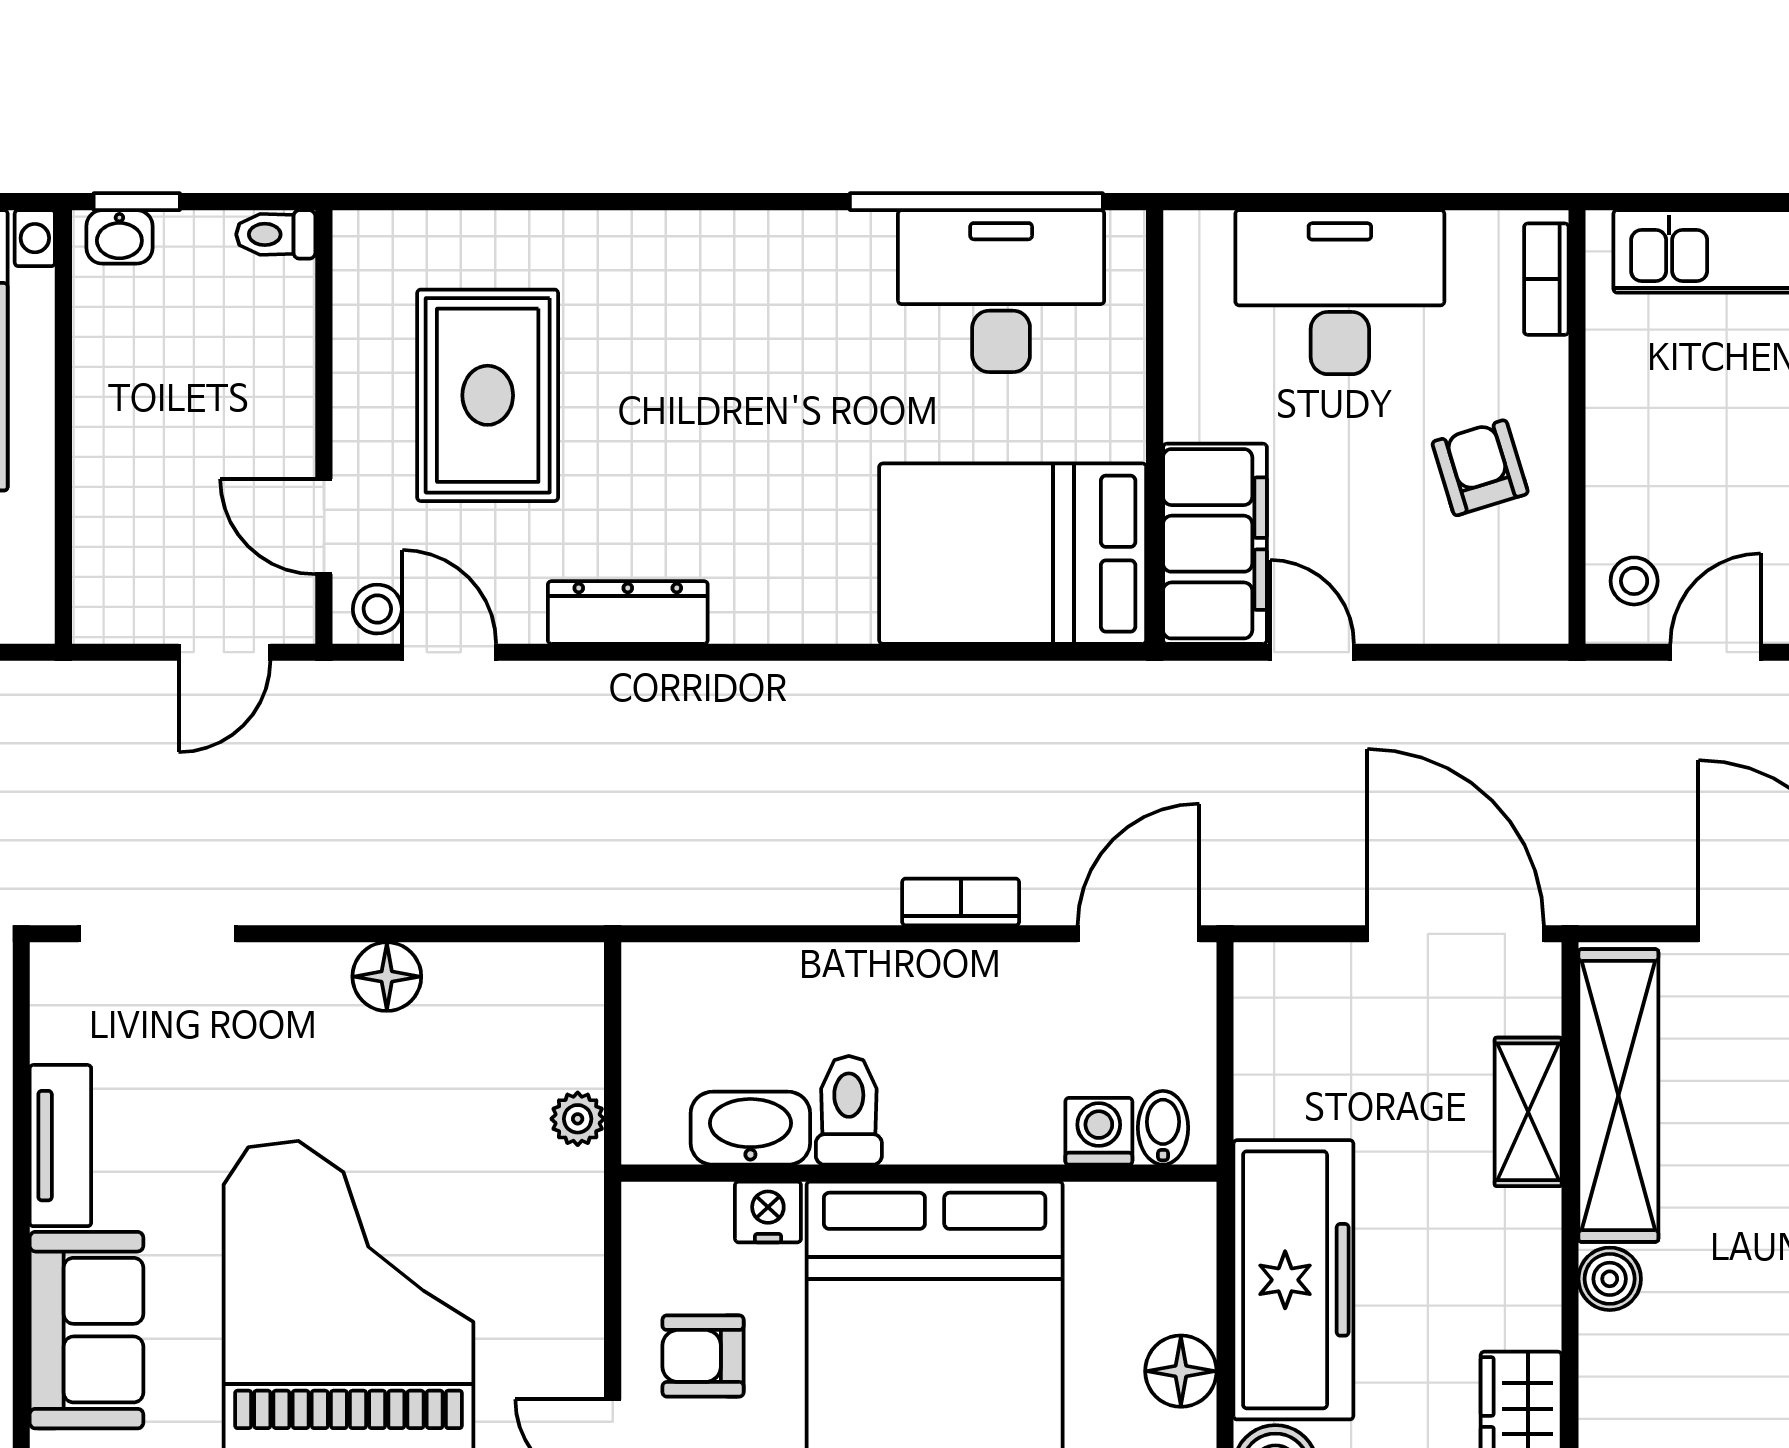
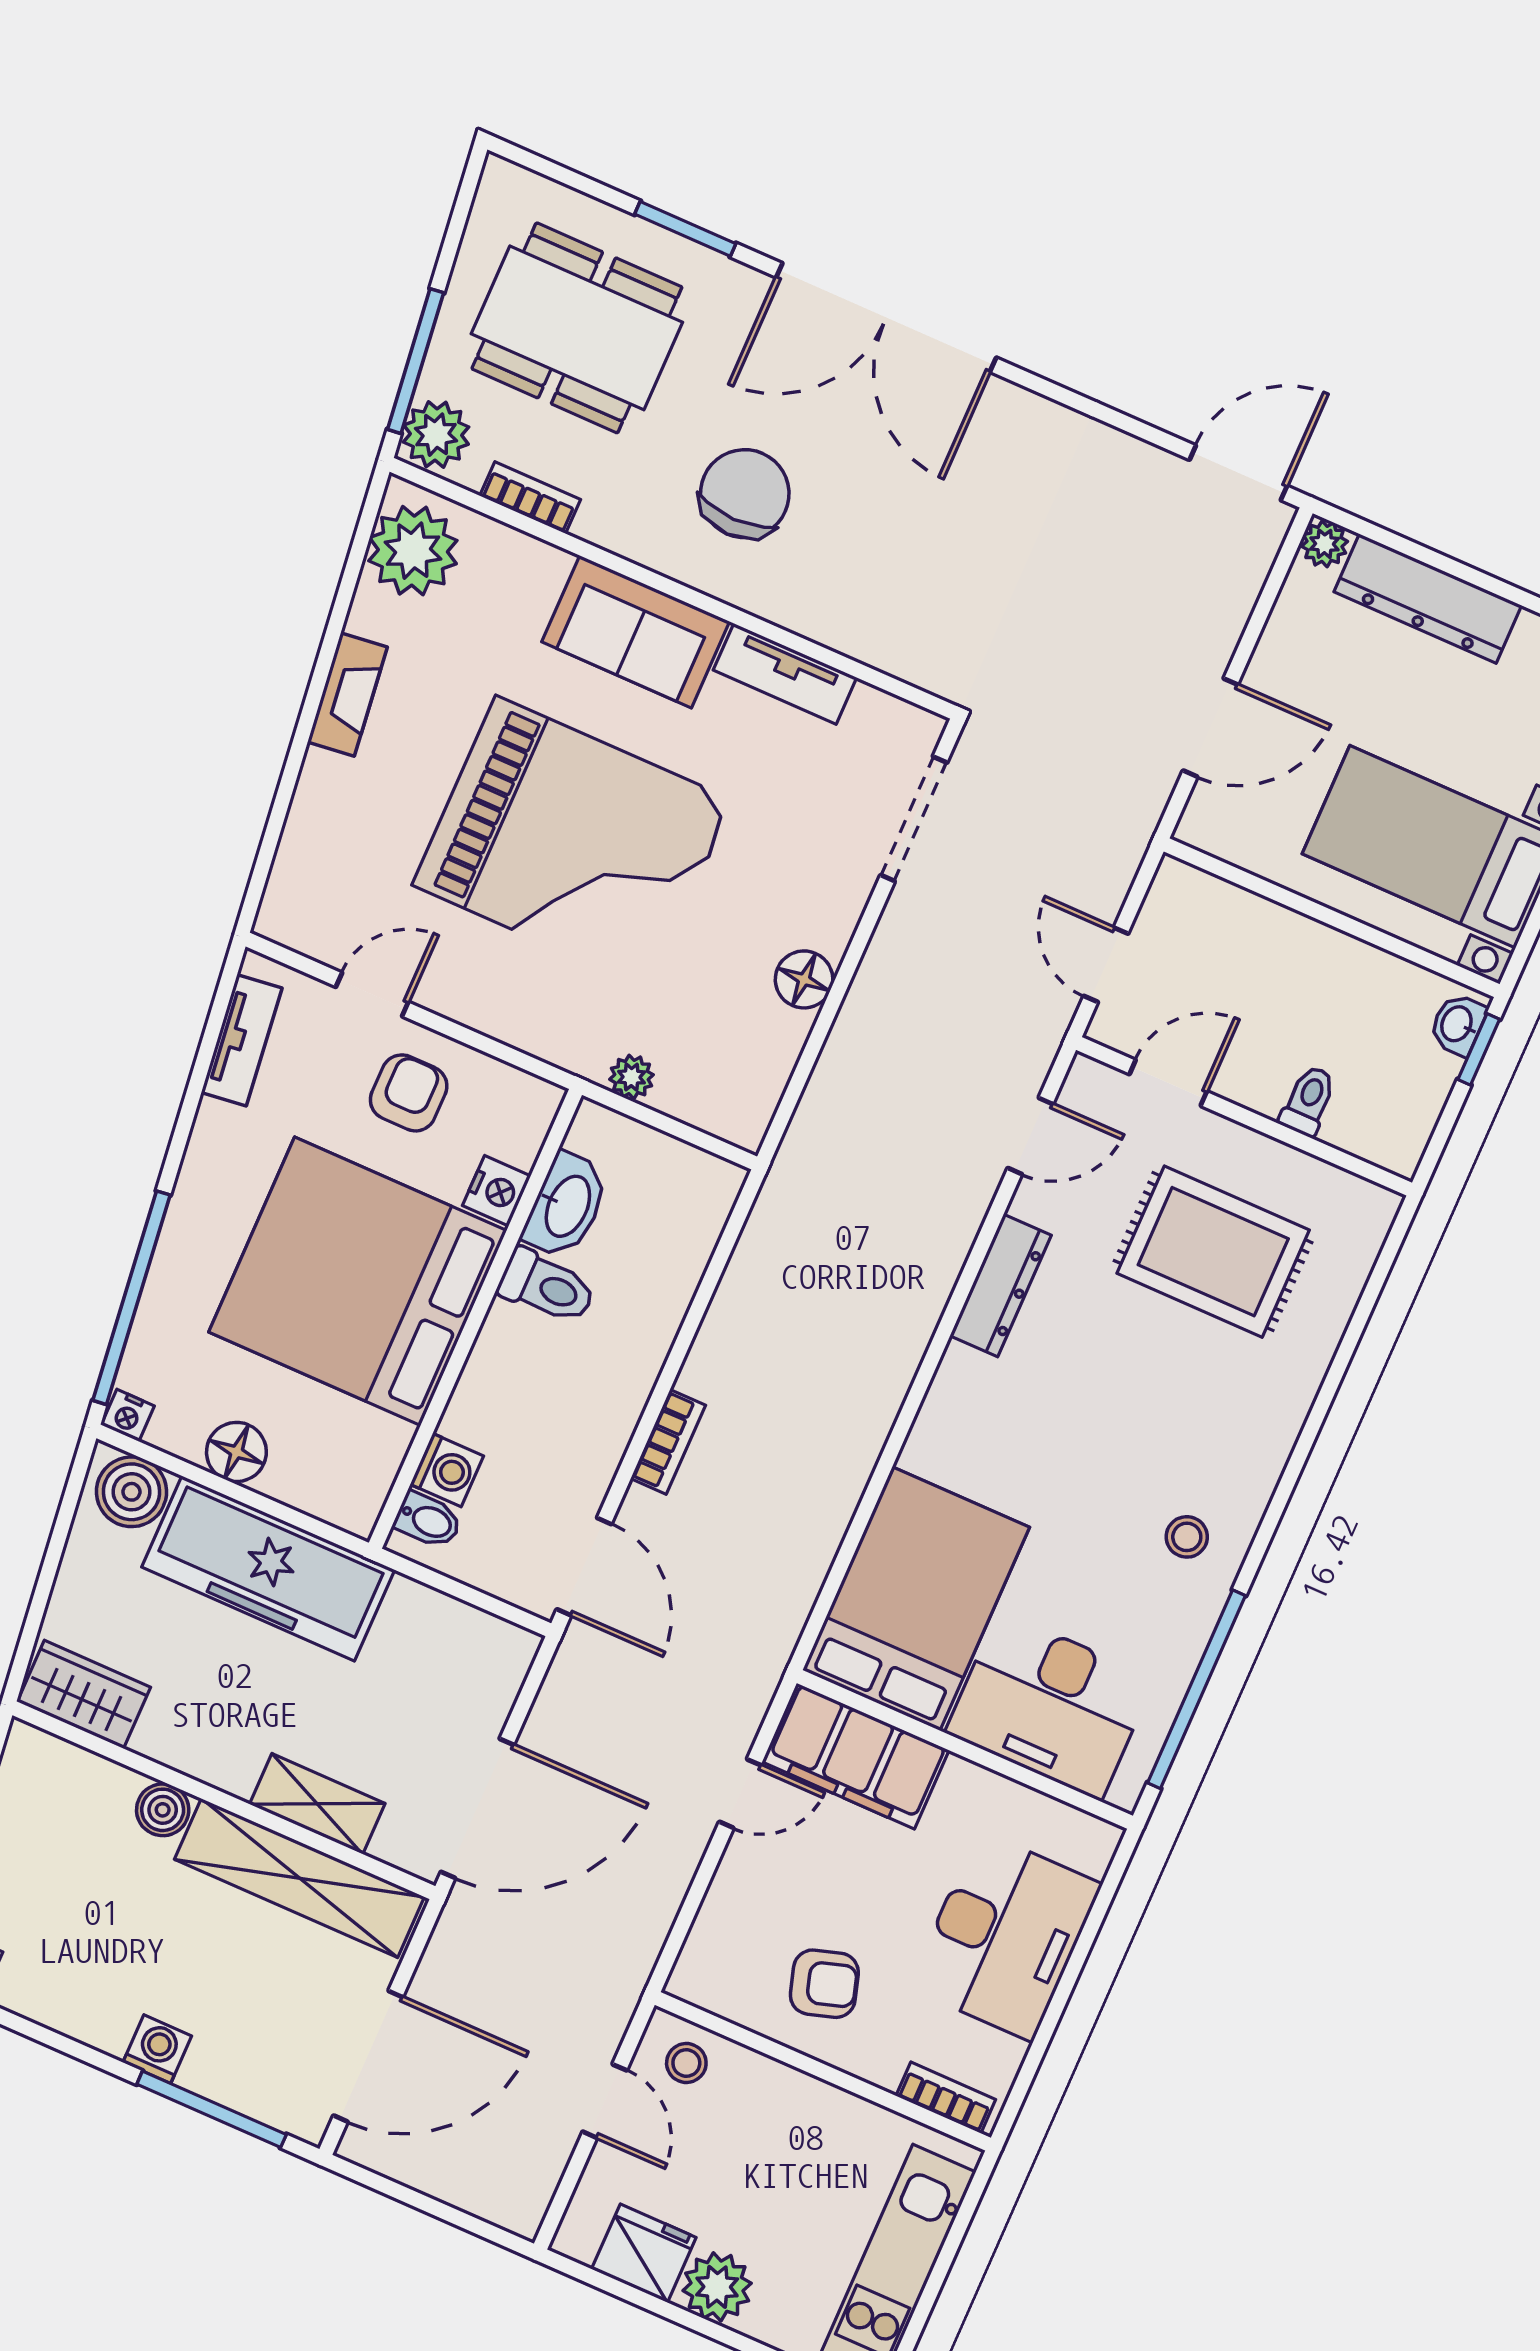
toilet: (276, 234) -> (1308, 1101), moved
desk: (1001, 291) -> (1050, 1705), moved, turned 90
stool: (377, 609) -> (1187, 1537), moved

